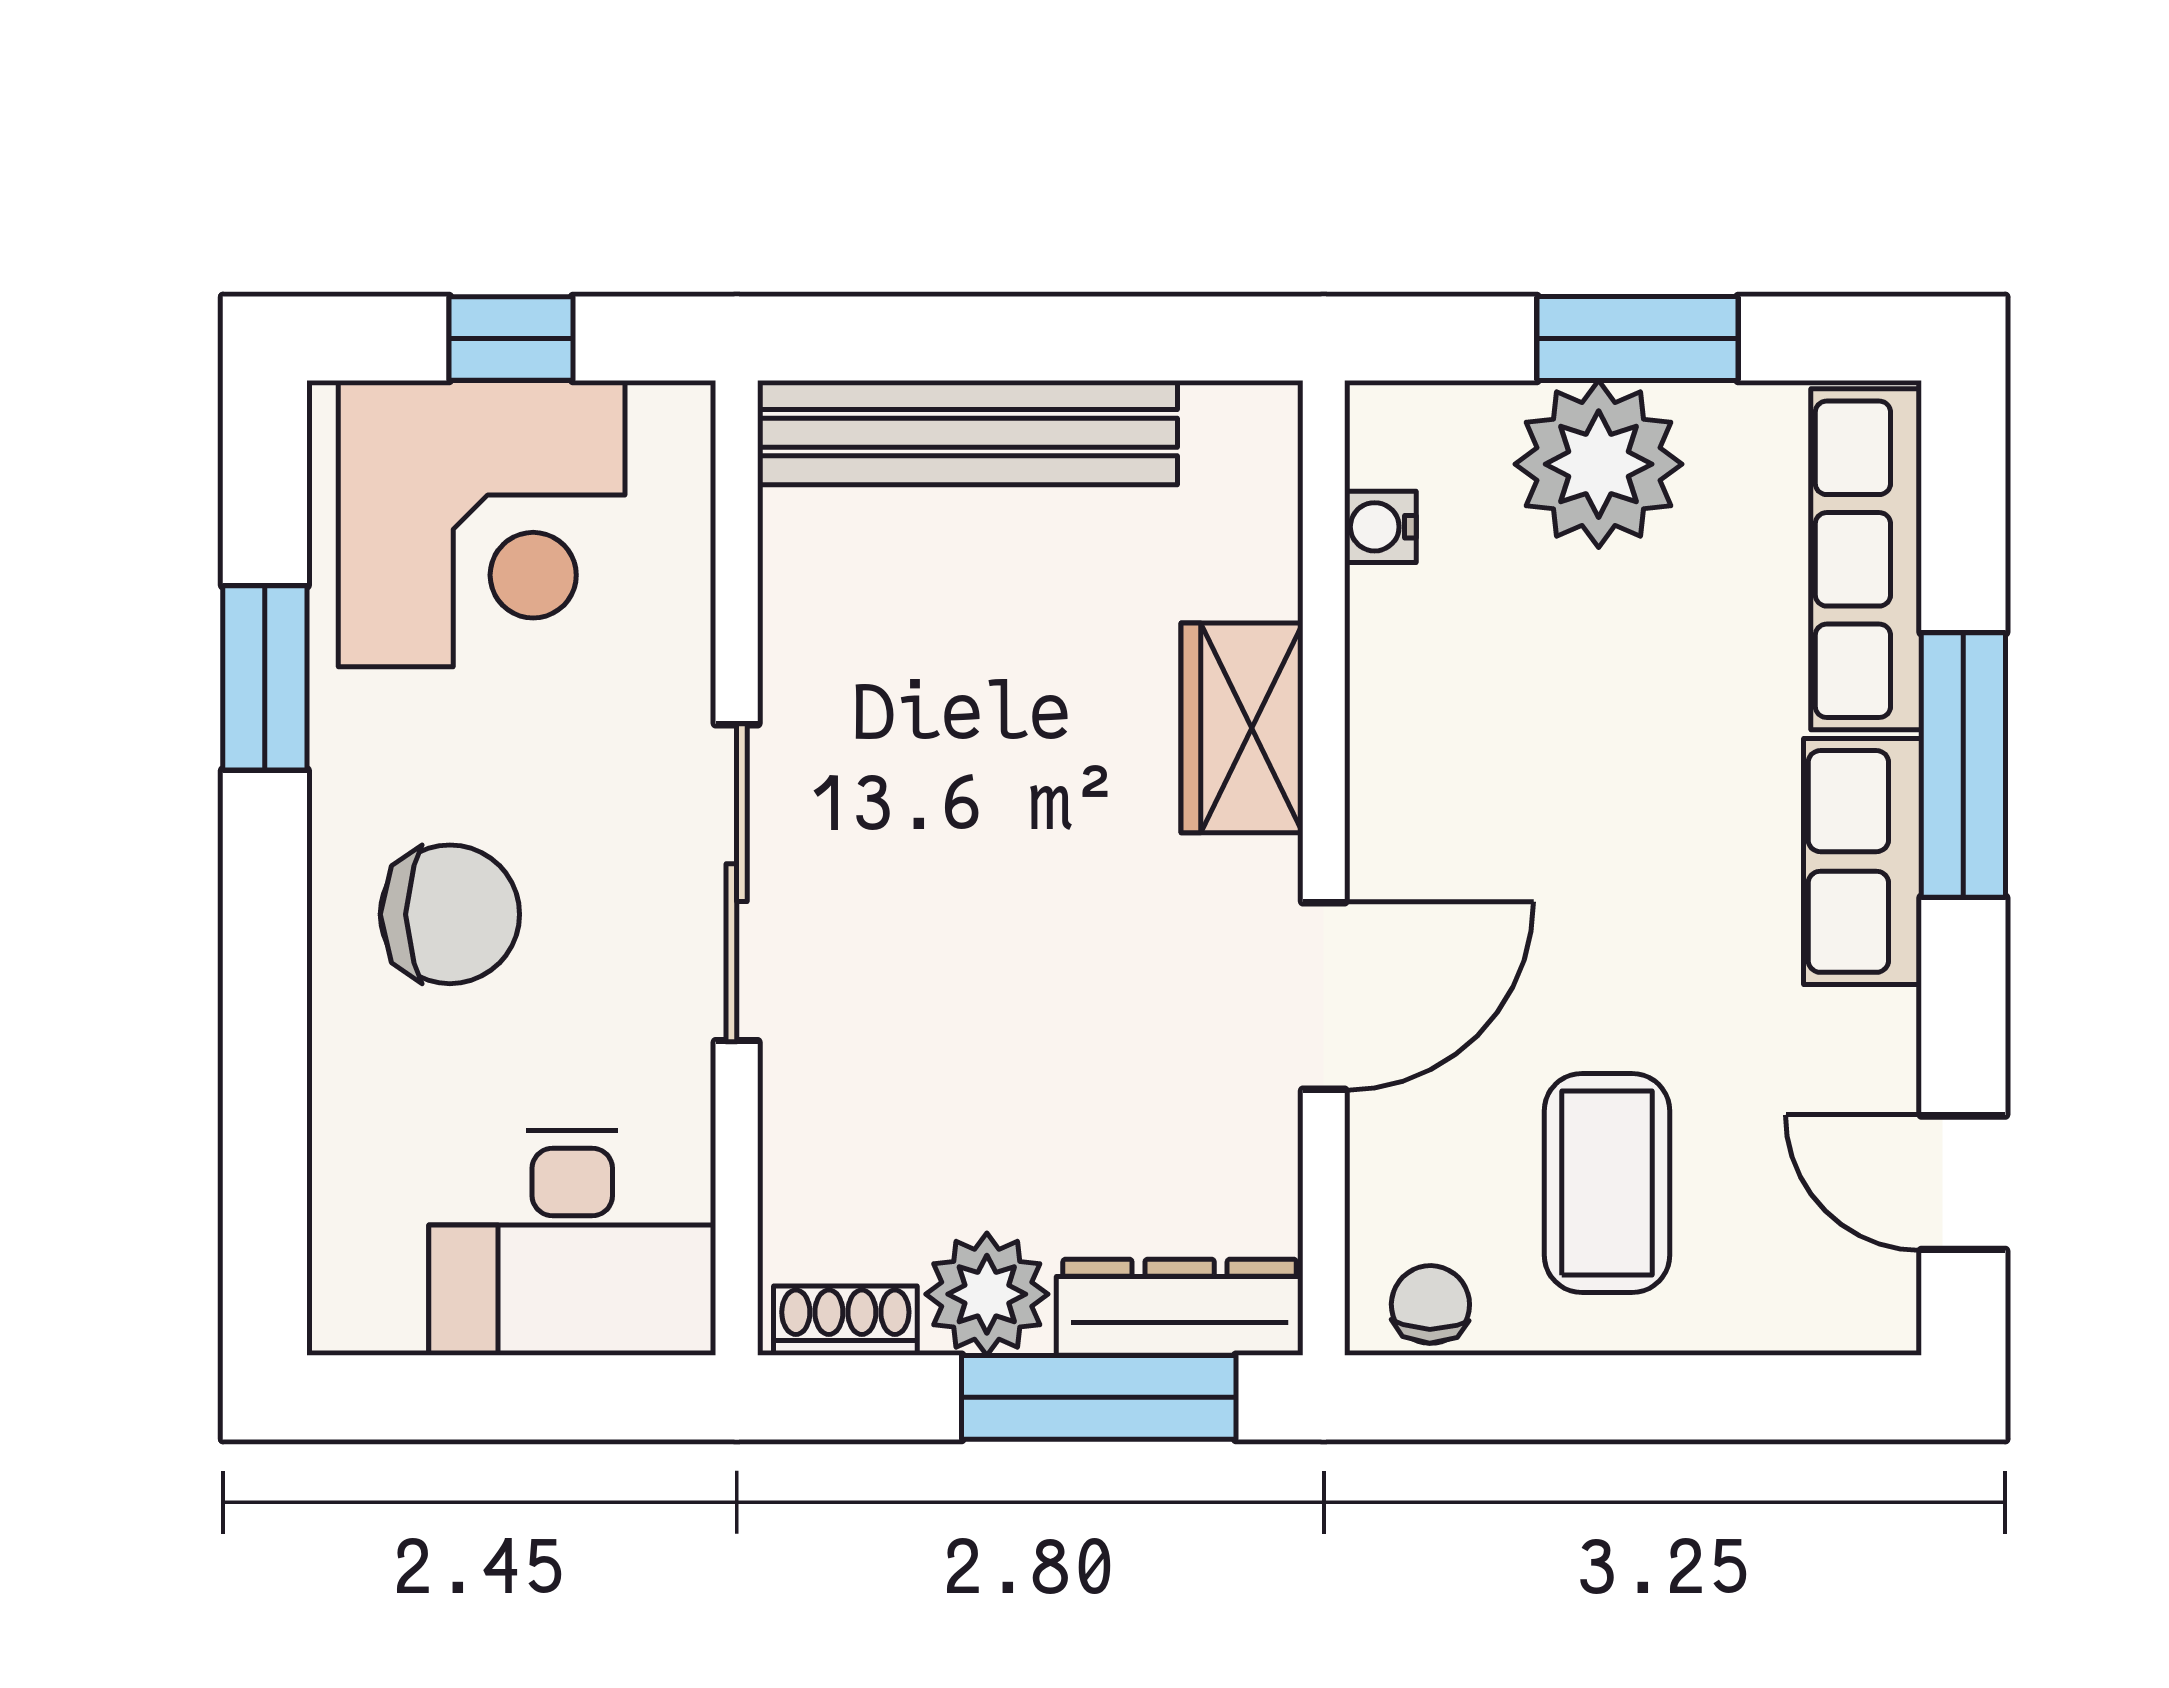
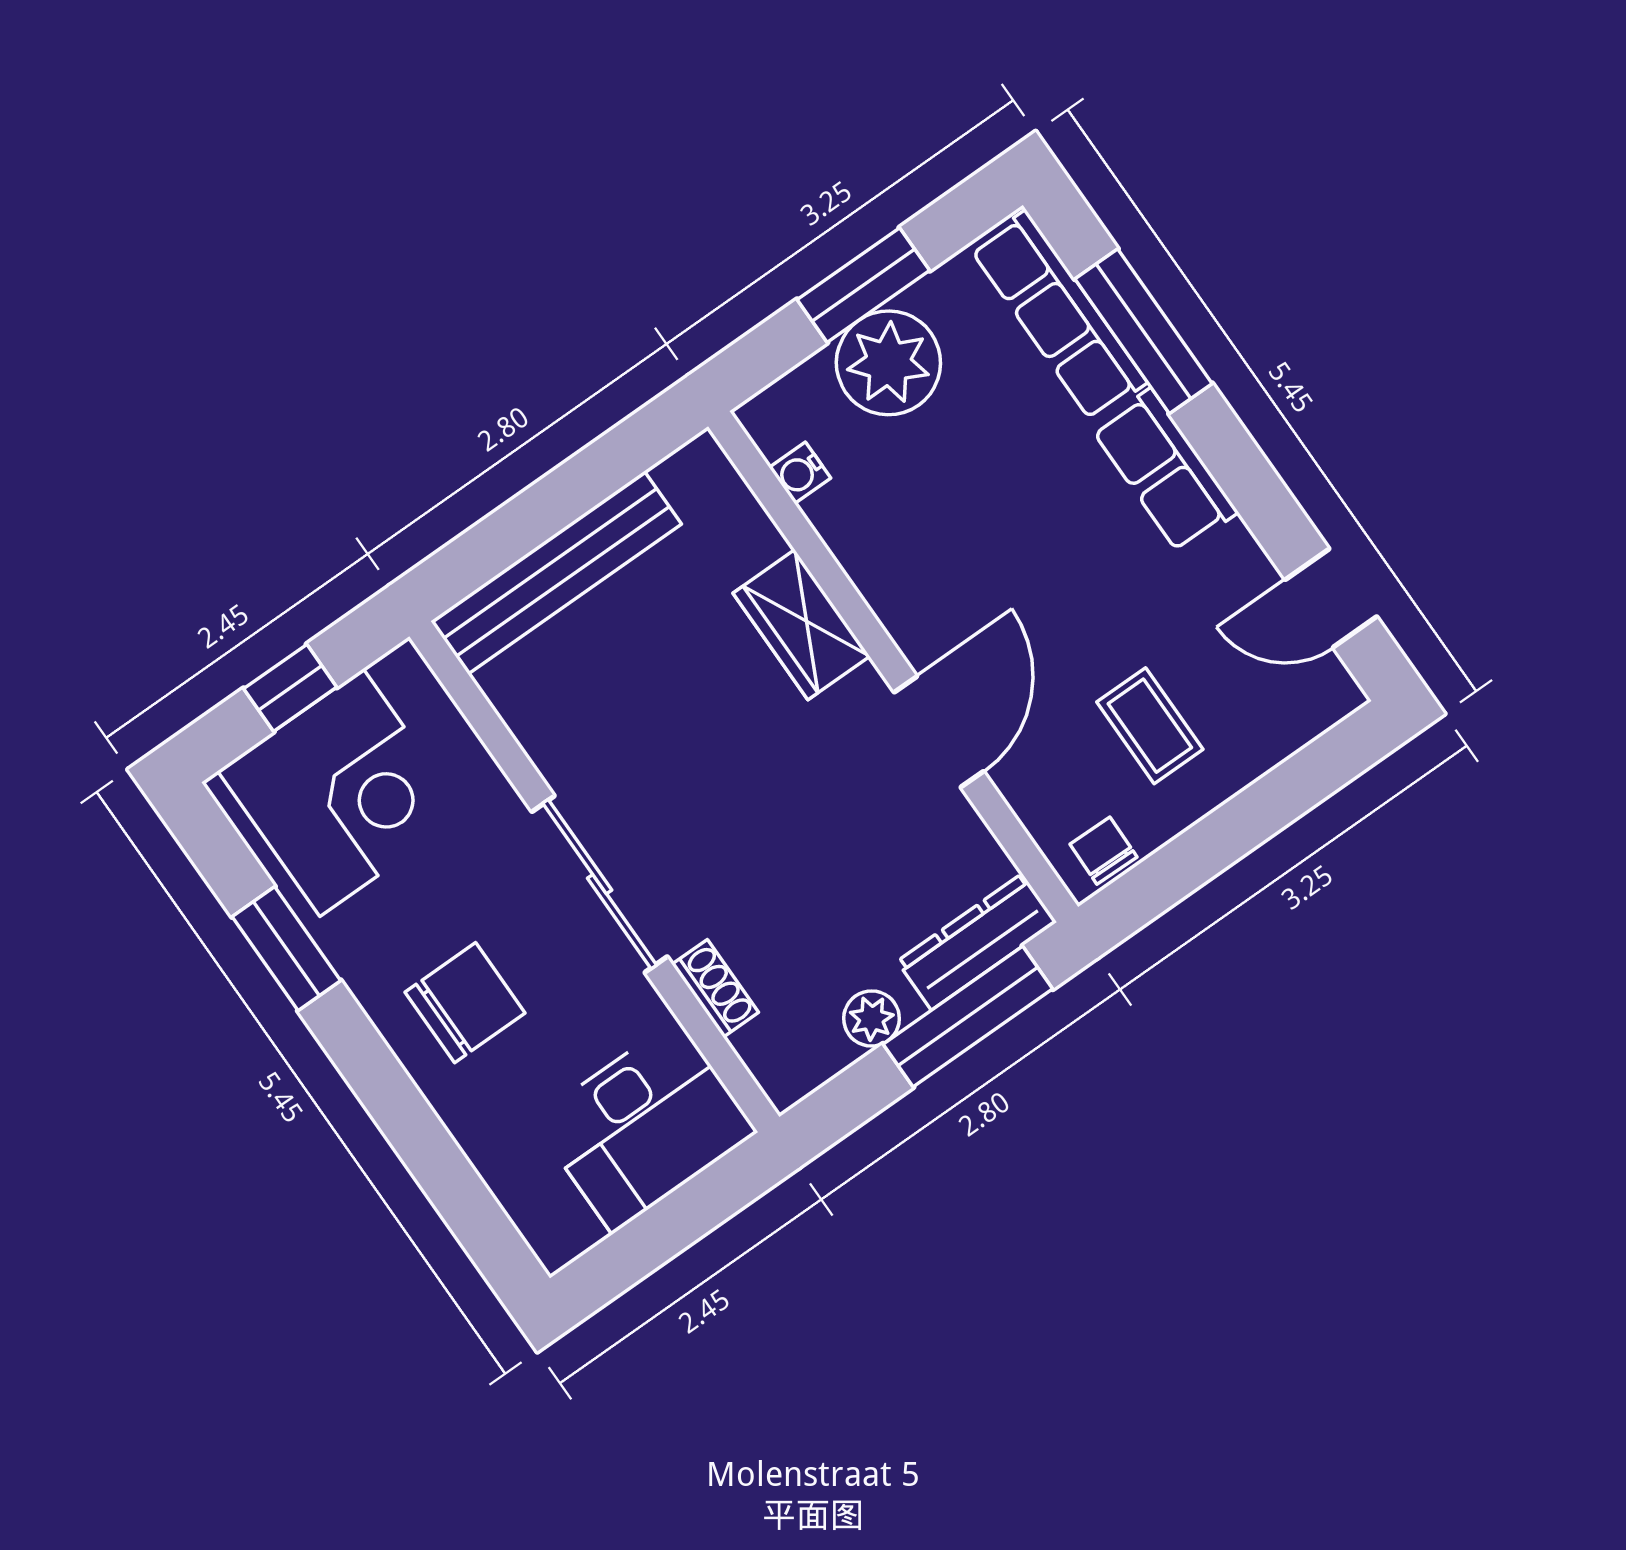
window: (1963, 765) -> (1143, 331), moved
coffee table: (1607, 1183) -> (1150, 726), width x0.73, depth x0.77
plant: (987, 1294) -> (872, 1019), width x0.73, depth x0.73
shoe rack: (845, 1321) -> (715, 988), moved, turned 90

